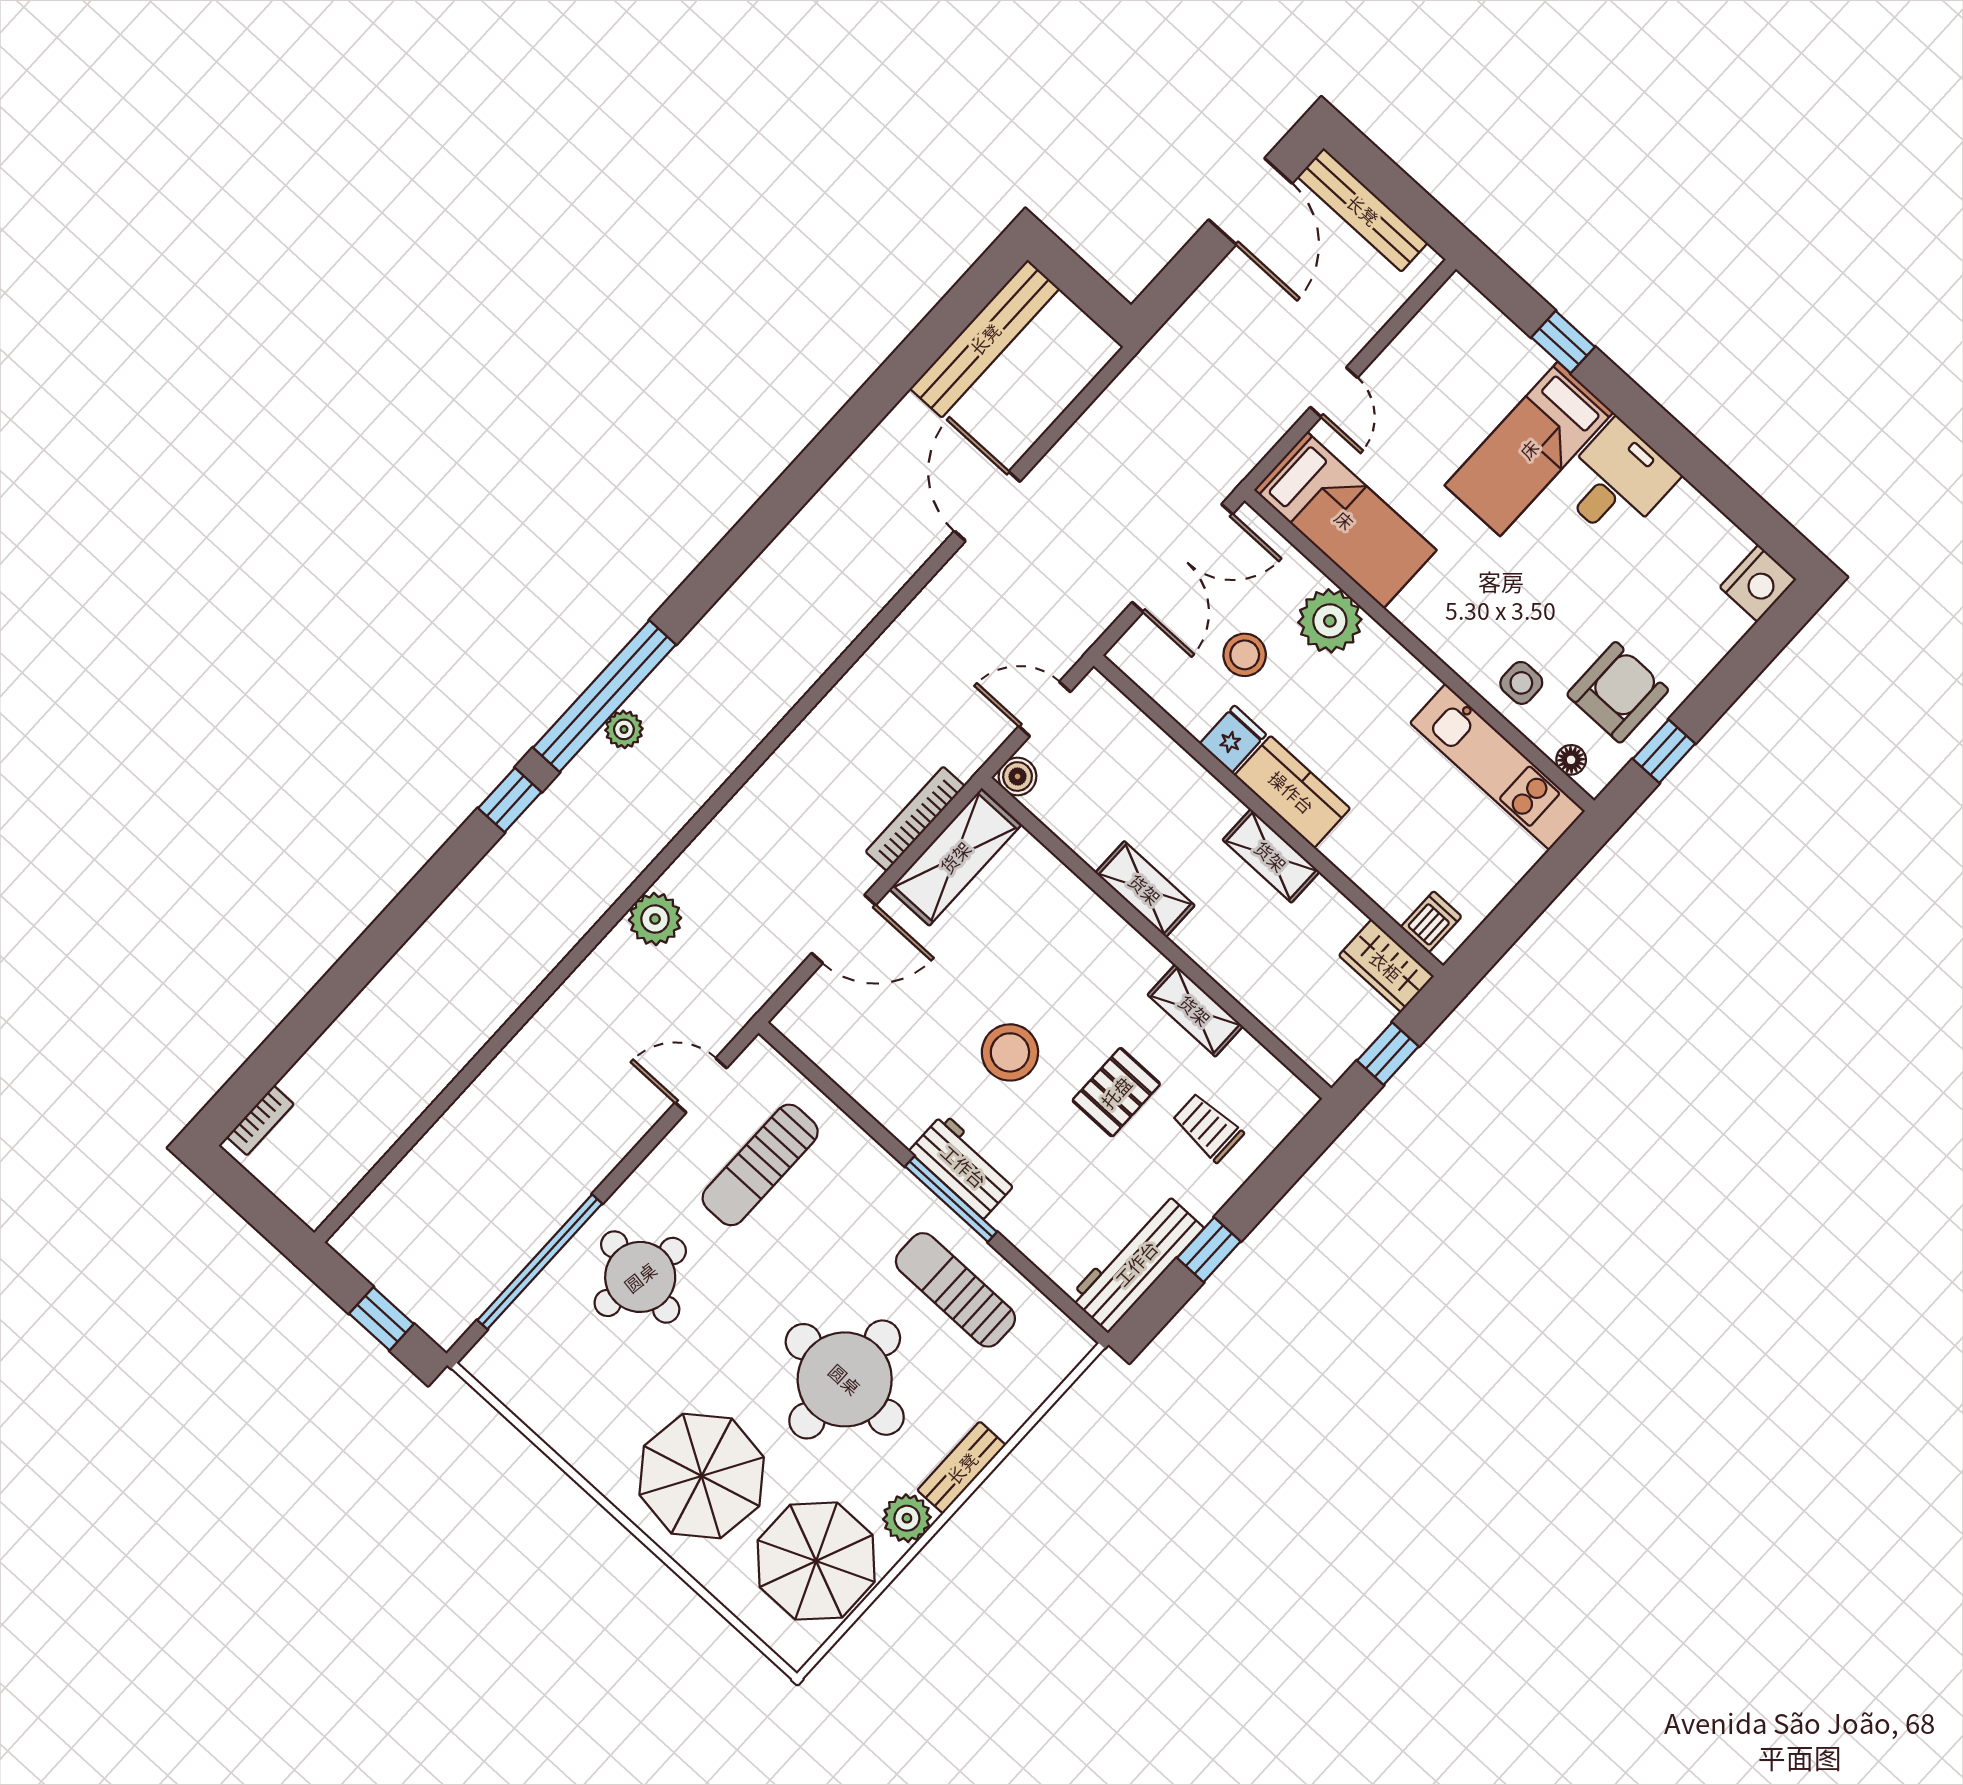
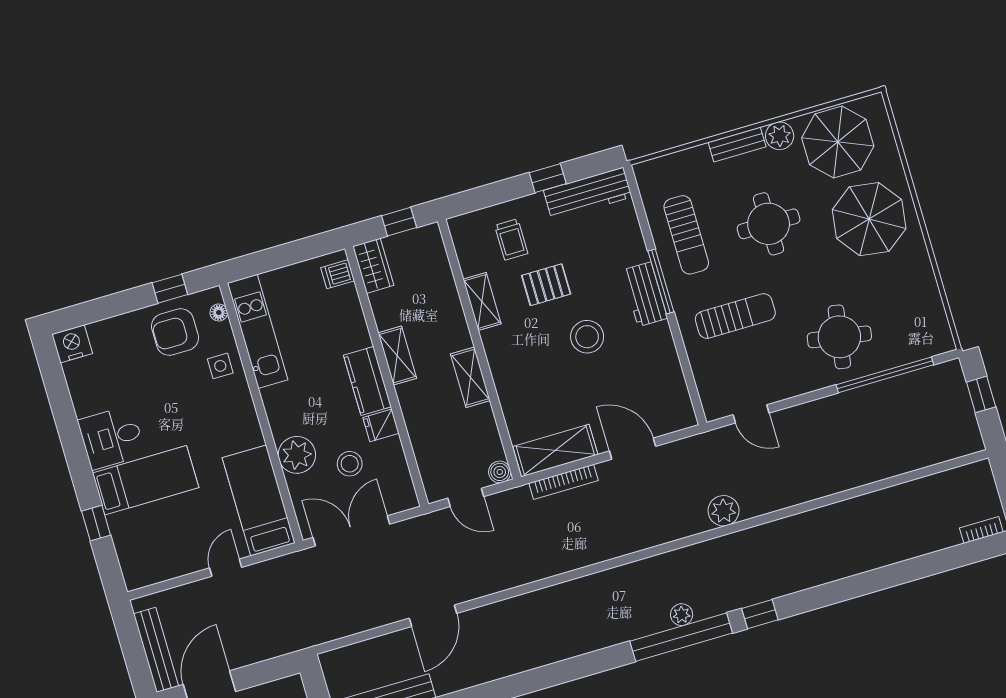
sun lounger: (760, 1165) -> (735, 316), moved
round table: (845, 1379) -> (769, 224), width x0.73, depth x0.73

